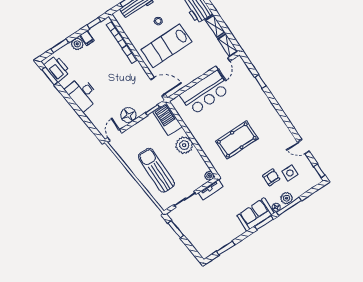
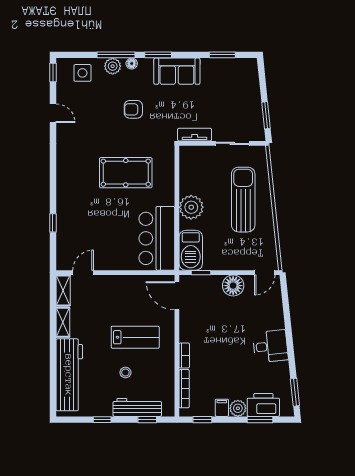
lab bench: (166, 46) -> (135, 337), width x0.73, depth x0.72
printer: (57, 69) -> (263, 405), moved, turned 96
bar counter: (205, 93) -> (157, 238), moved, turned -90
desk: (82, 94) -> (270, 346), width x0.73
sun lounger: (156, 170) -> (243, 200), turned 180
side table: (290, 173) -> (82, 73), moved
plant: (209, 176) -> (186, 152), removed
armchair: (271, 177) -> (133, 109), moved
sofa: (256, 214) -> (177, 71), moved

